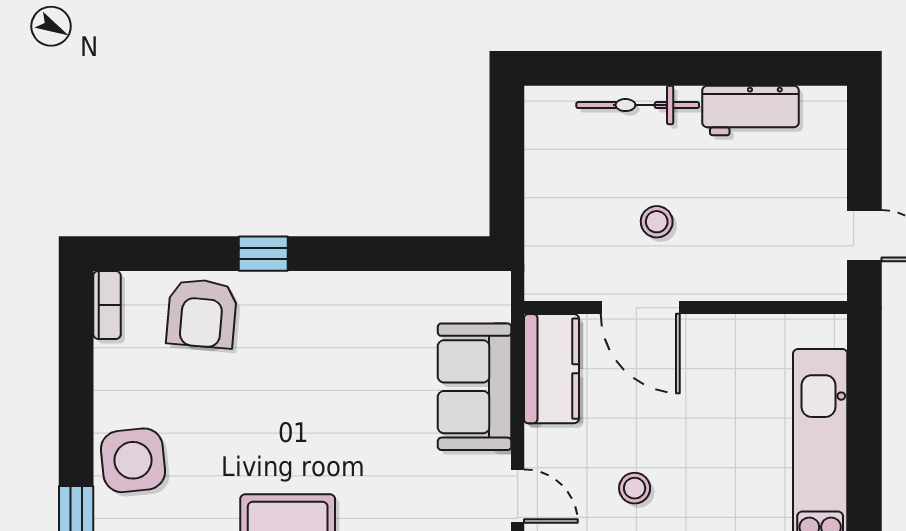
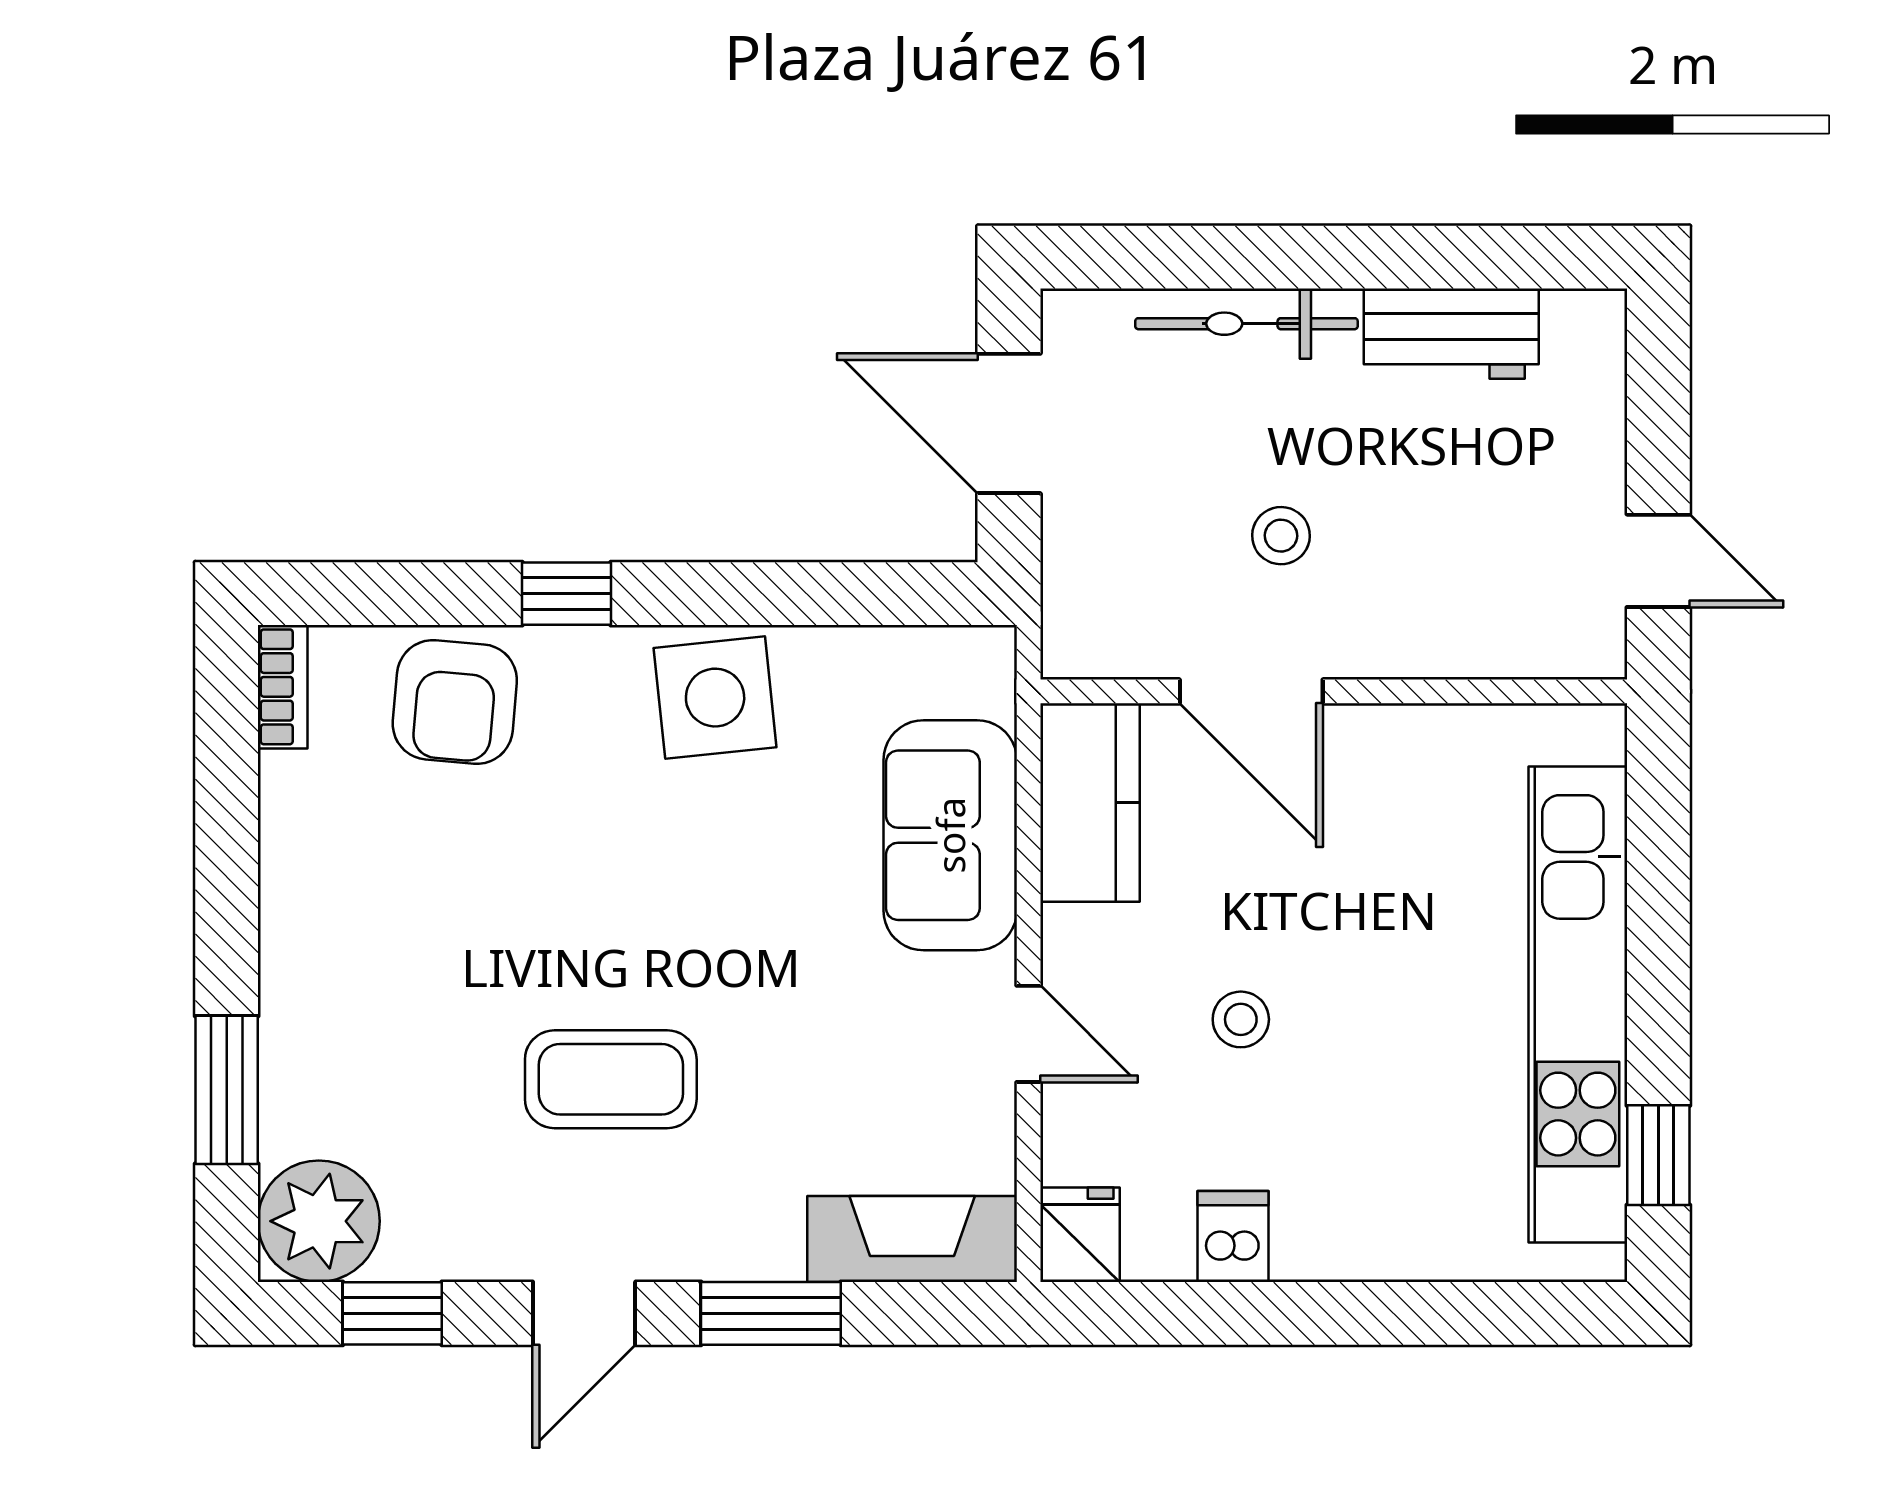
door: (507, 160) -> (1009, 423), added
side table: (133, 460) -> (715, 698), moved

